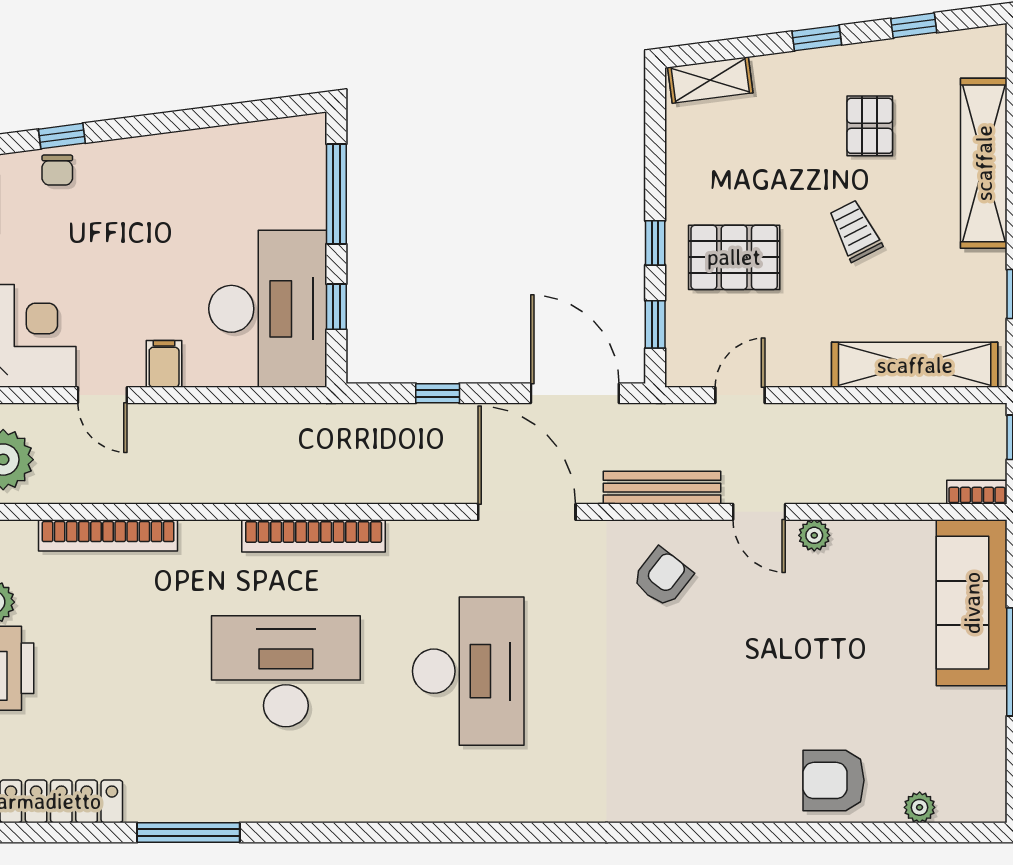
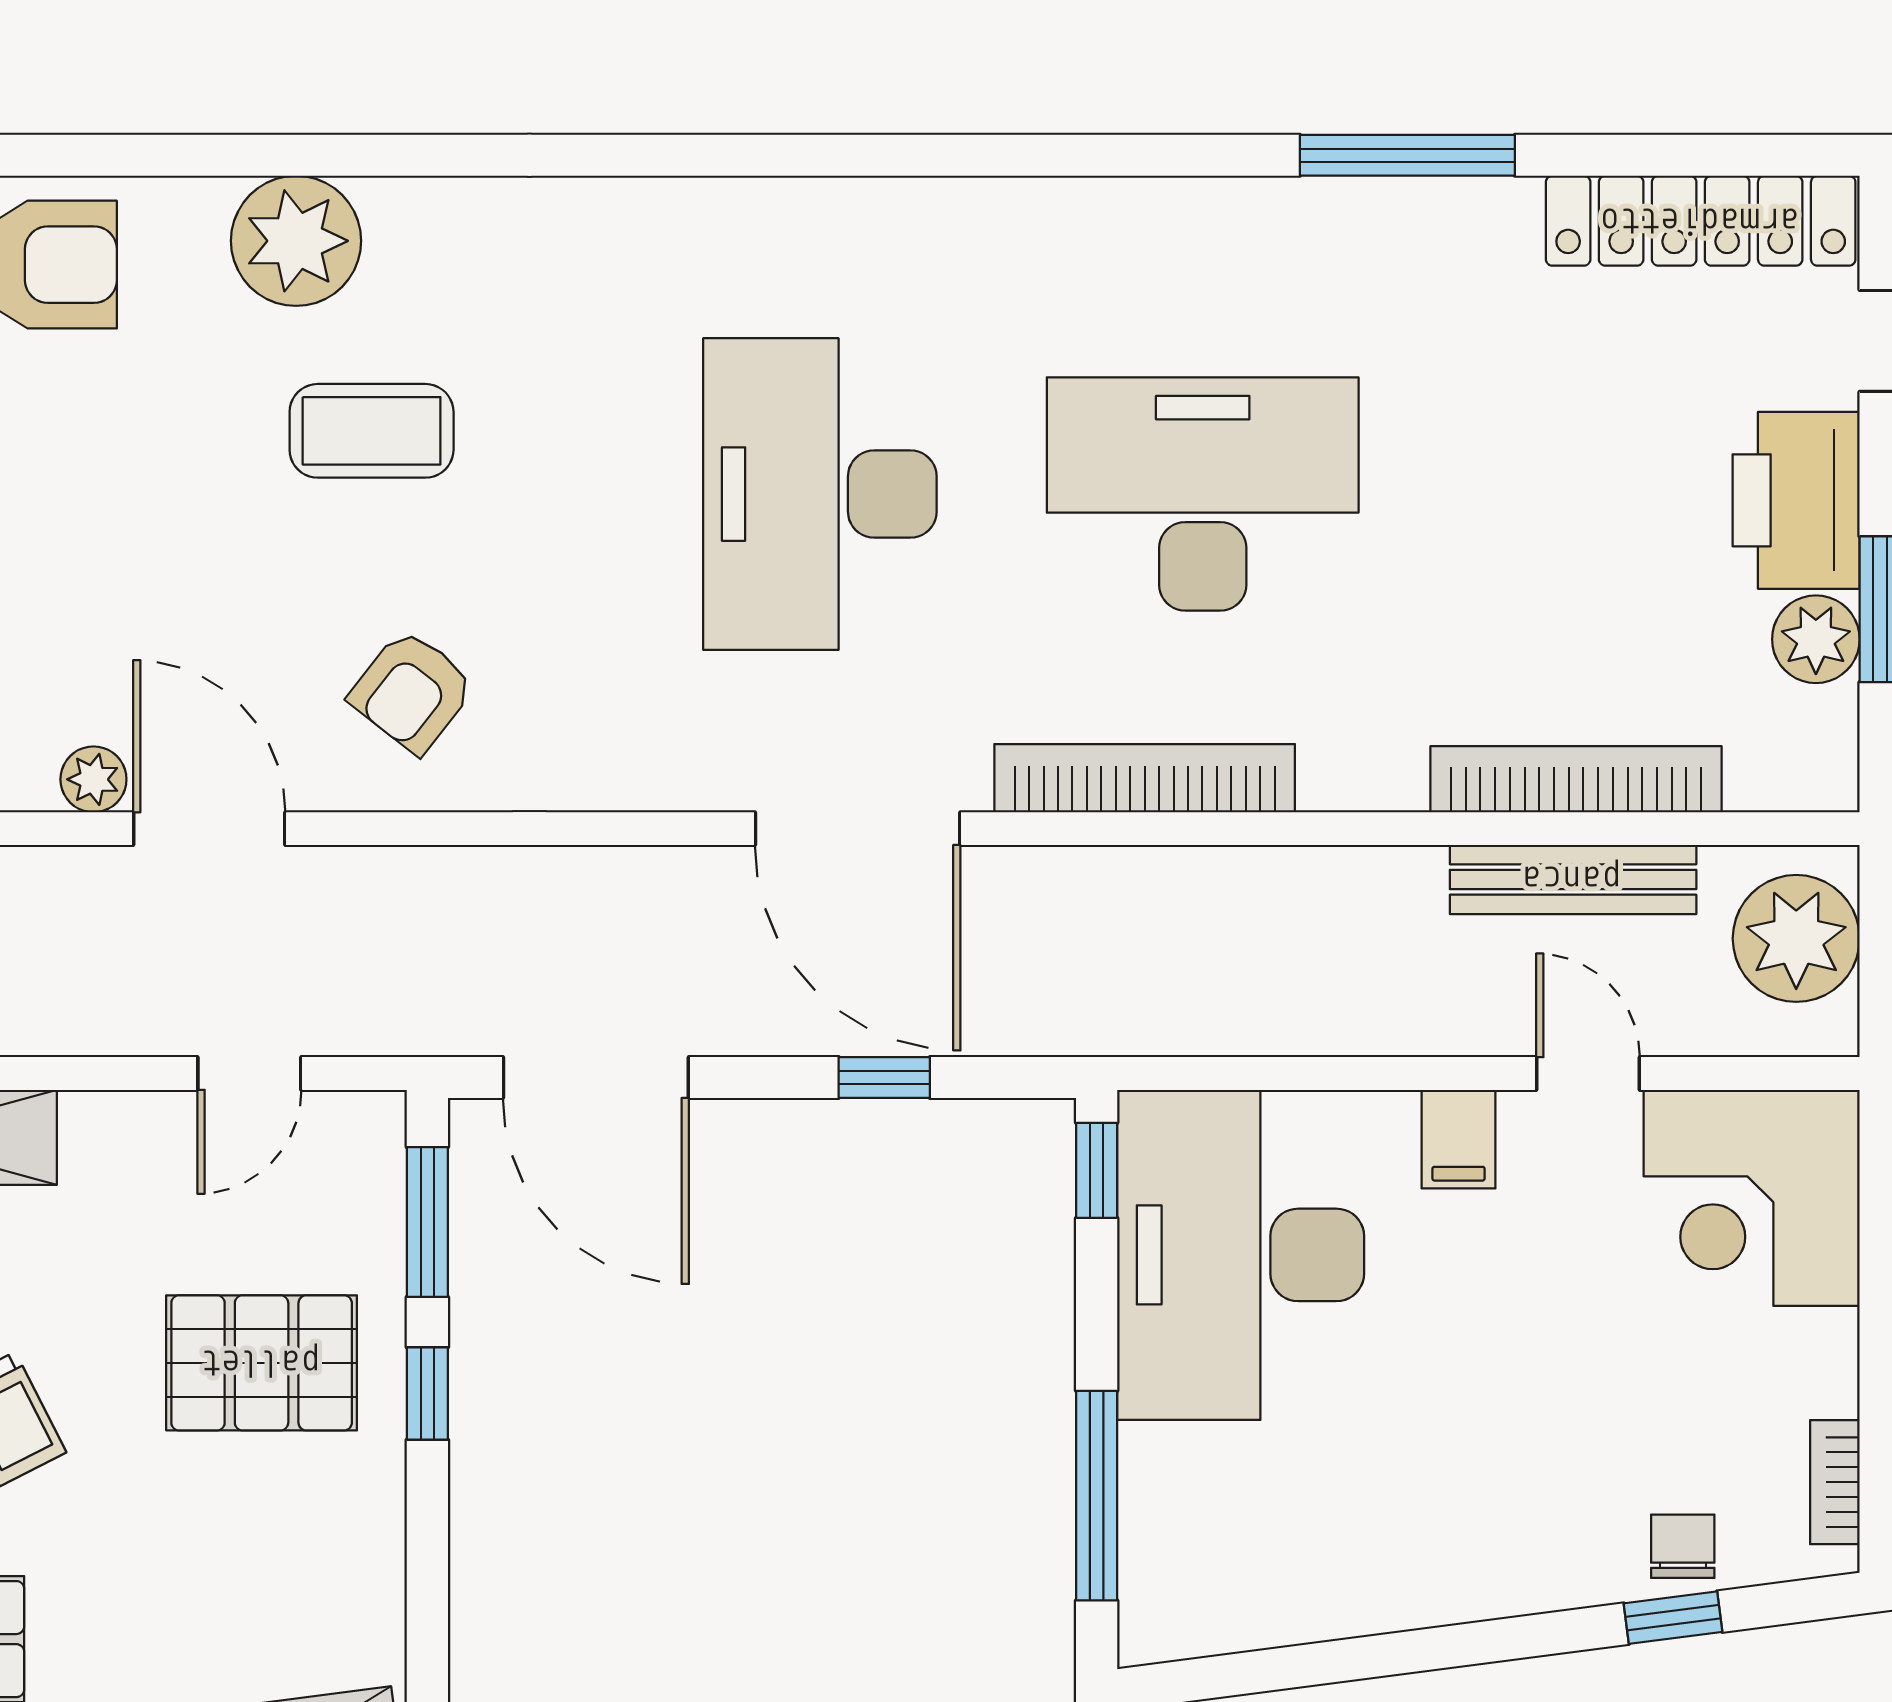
window: (336, 307) -> (1097, 1170), moved
window: (655, 324) -> (427, 1222), width x1.50
bench: (662, 488) -> (1573, 879), moved
door: (527, 512) -> (858, 829), moved
door: (759, 512) -> (209, 829), width x1.38
desk: (286, 671) -> (1203, 494), turned 180
coffee table: (682, 701) -> (372, 431), added
plant: (718, 792) -> (296, 241), added

